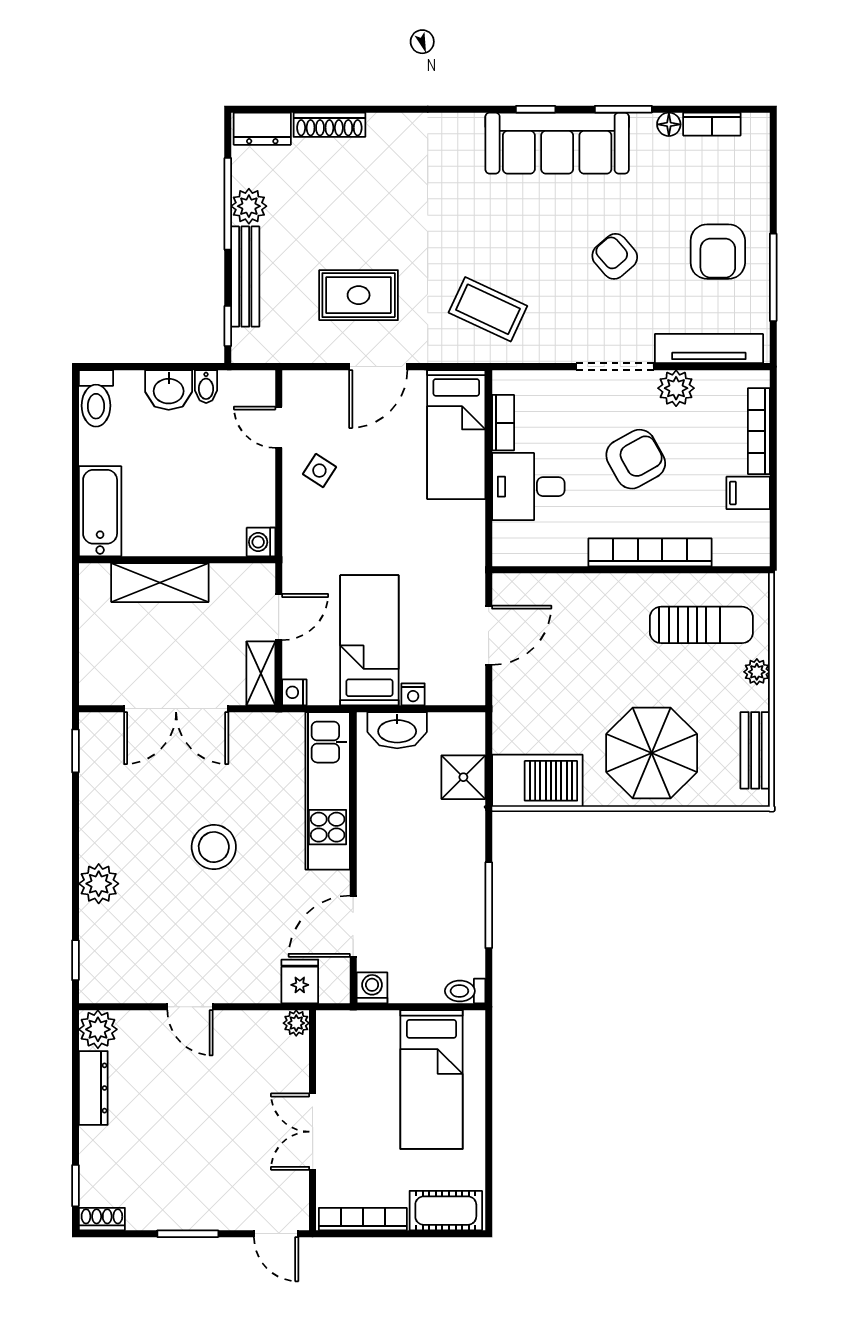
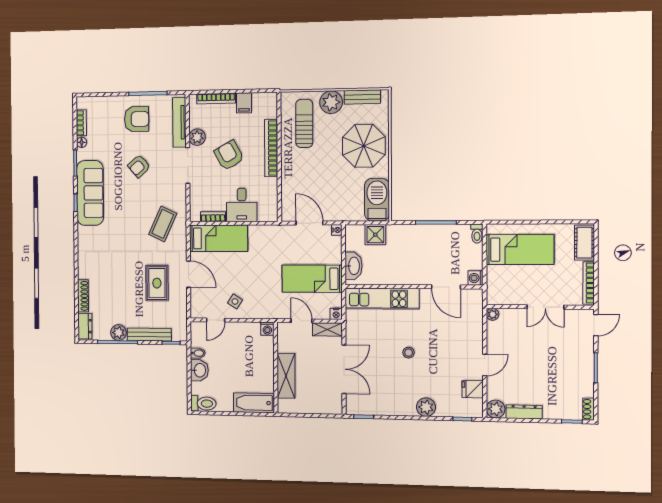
plant: (757, 672) -> (331, 102), width x1.88, depth x1.88
nightstand: (413, 694) -> (337, 230), moved
stool: (214, 847) -> (409, 353), width x0.53, depth x0.53
fridge: (300, 981) -> (473, 389), moved

